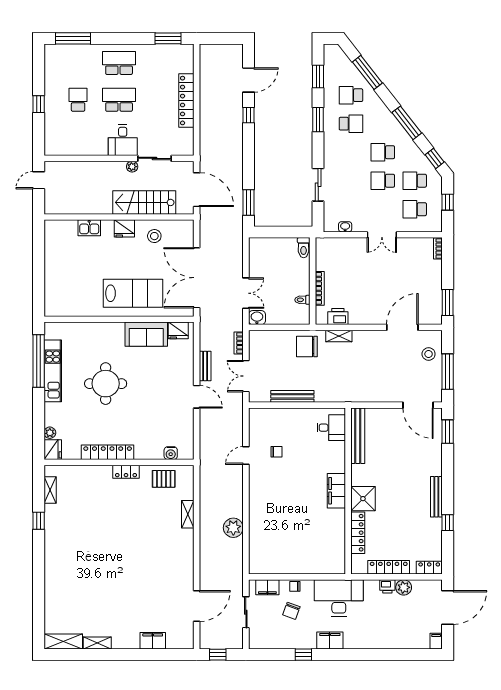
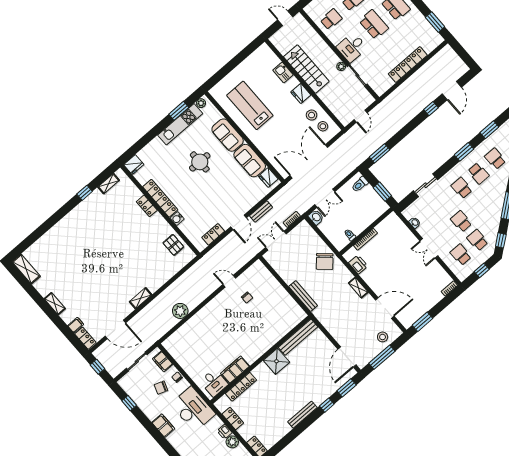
door: (249, 80) -> (452, 91), hinge flipped
school desk: (78, 137) -> (331, 19), added
school desk: (383, 152) -> (462, 188), moved
door: (197, 190) -> (361, 116), width x0.53
stairs: (144, 202) -> (306, 69), moved
window: (288, 232) -> (382, 192), added
stool: (175, 235) -> (323, 126), added
toilet: (304, 248) -> (360, 184), moved
lab bench: (133, 293) -> (250, 105), moved, turned 180
sofa: (103, 334) -> (228, 135), added
shelving: (339, 336) -> (358, 288), moved
chair: (307, 346) -> (325, 261), turned -138
window: (39, 361) -> (179, 111), width x0.47
round table: (106, 384) -> (200, 162), width x0.73, depth x0.73
bench: (292, 396) -> (303, 296), moved
desk: (331, 428) -> (214, 383), moved
locker: (187, 431) -> (213, 234), added
plant: (50, 433) -> (201, 103), moved
water cooler: (171, 453) -> (177, 219), moved
locker: (126, 472) -> (147, 206), moved
filing cabinet: (336, 491) -> (235, 370), moved
shower: (363, 499) -> (276, 361), moved
shelving: (188, 514) -> (141, 298), moved
window: (448, 523) -> (327, 405), moved
locker: (389, 567) -> (233, 419), width x0.66
filing cabinet: (153, 641) -> (76, 325), width x0.50
locker: (180, 642) -> (85, 338), added
shelving: (97, 643) -> (55, 304), moved
window: (303, 655) -> (129, 403), moved

